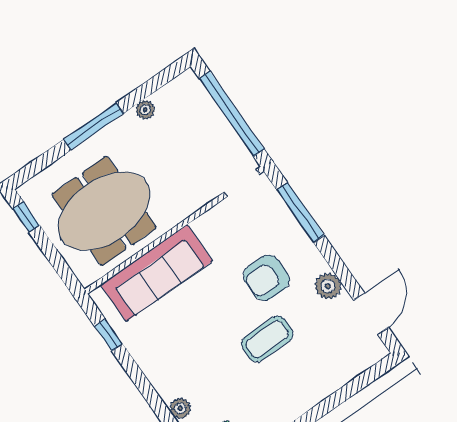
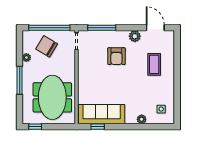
chair: (193, 133) -> (47, 46), added
sofa: (157, 273) -> (102, 114), moved, turned -90
coffee table: (267, 339) -> (154, 64), moved

